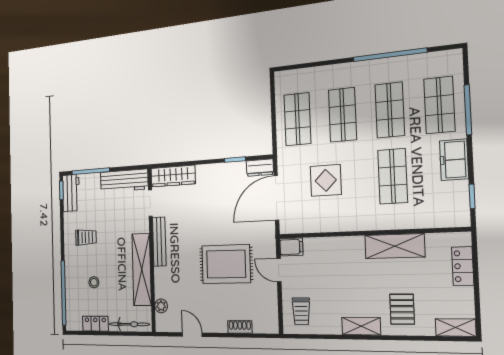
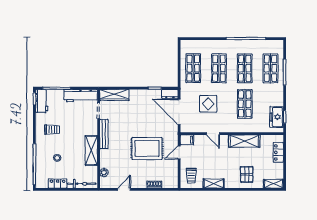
freezer: (454, 160) -> (277, 117), moved
door: (276, 198) -> (179, 112), hinge flipped
door: (336, 234) -> (213, 134), added
shelving: (142, 269) -> (91, 151), width x0.68
door: (279, 270) -> (179, 153), hinge flipped
shelving: (361, 326) -> (214, 184), moved
door: (192, 335) -> (124, 189), hinge flipped

